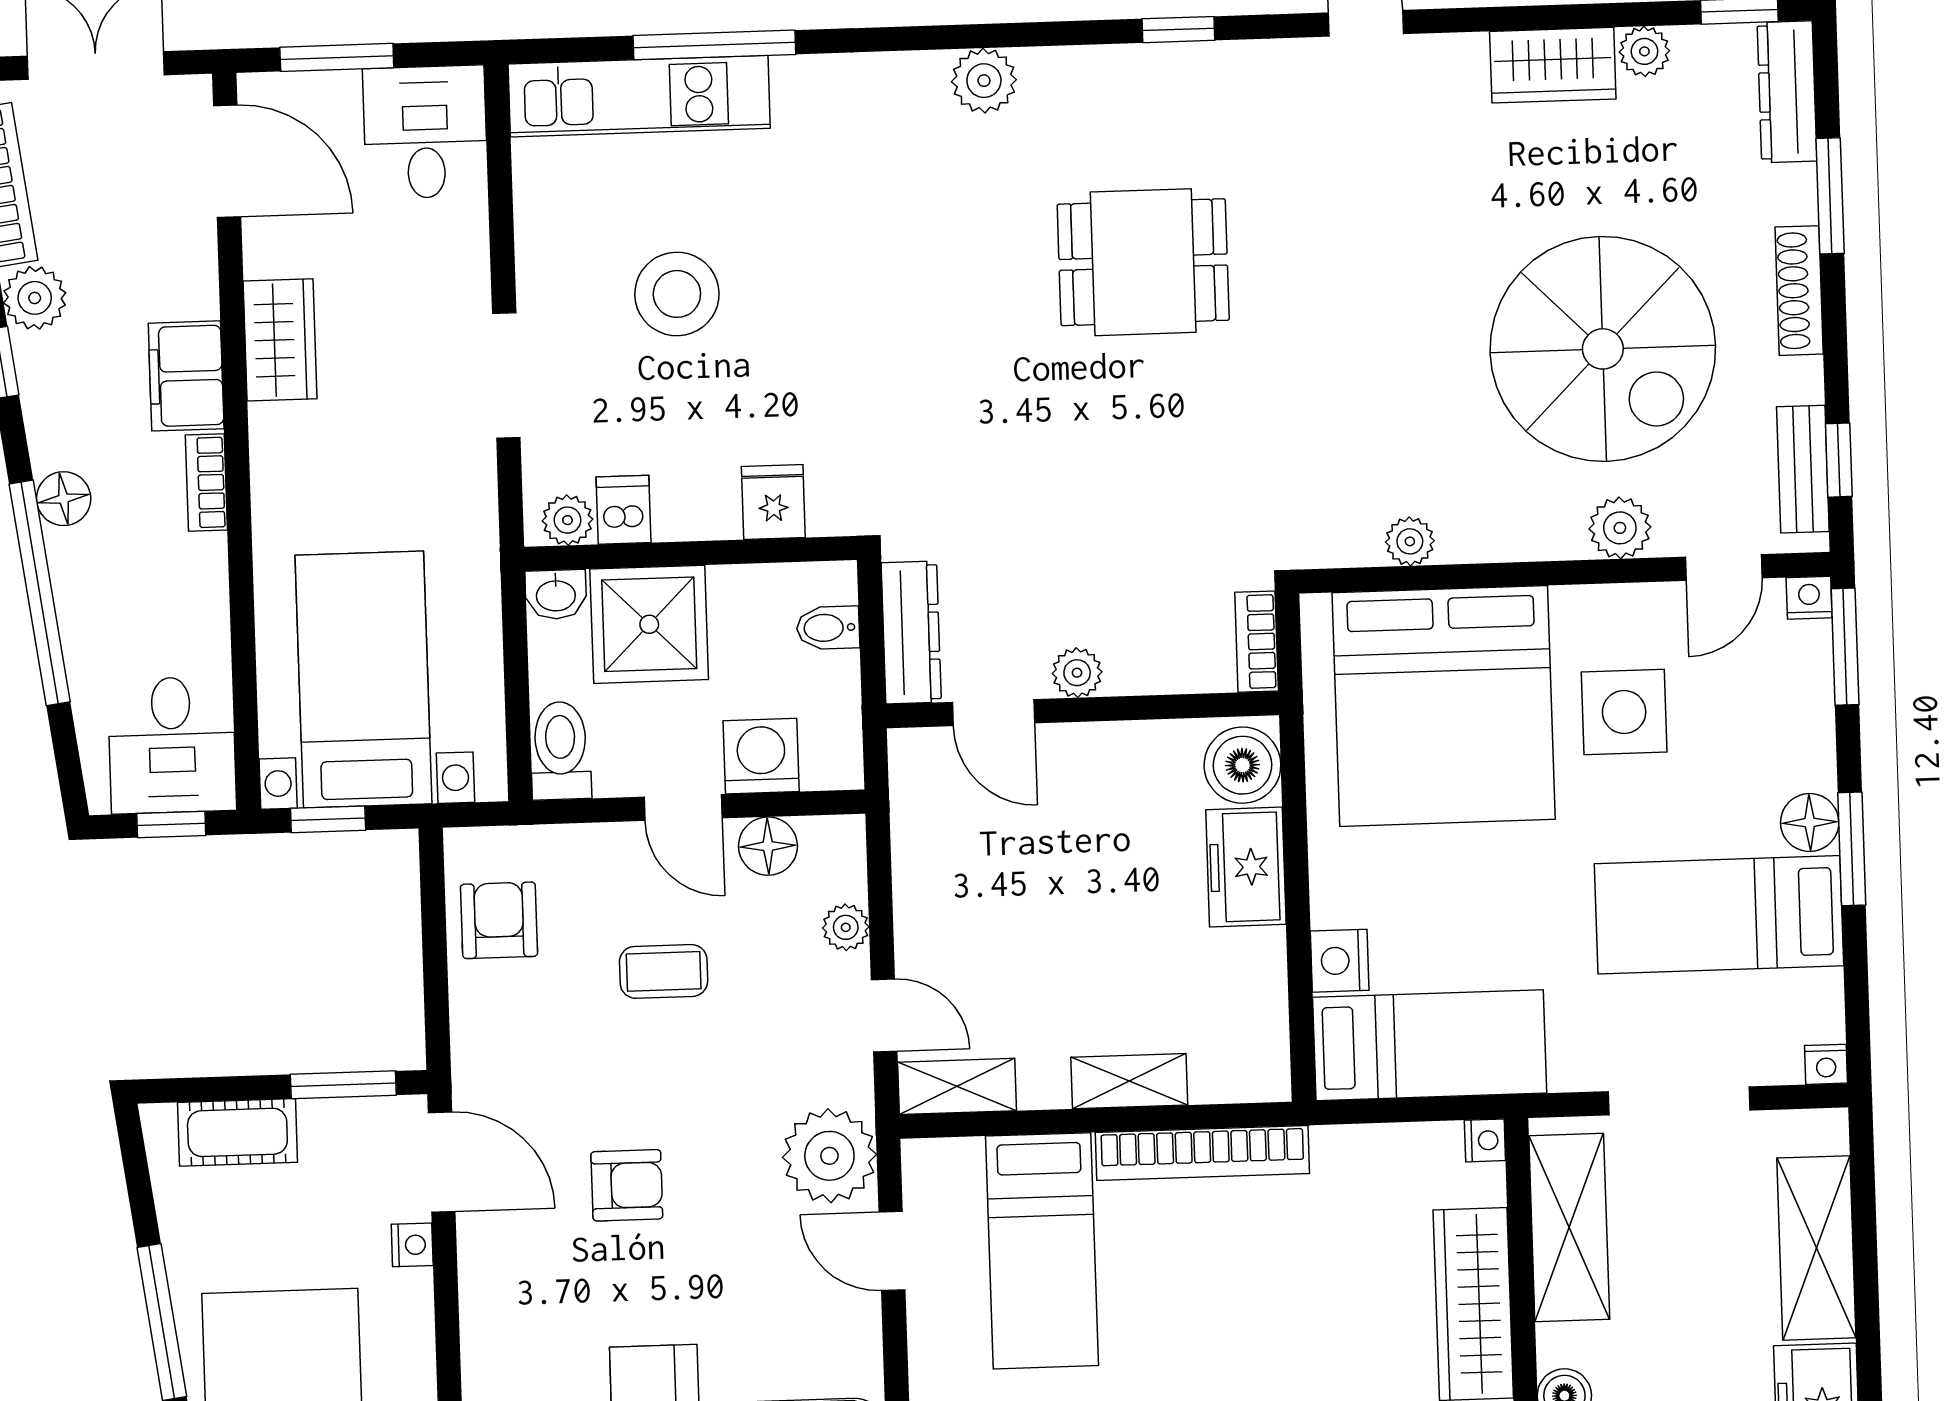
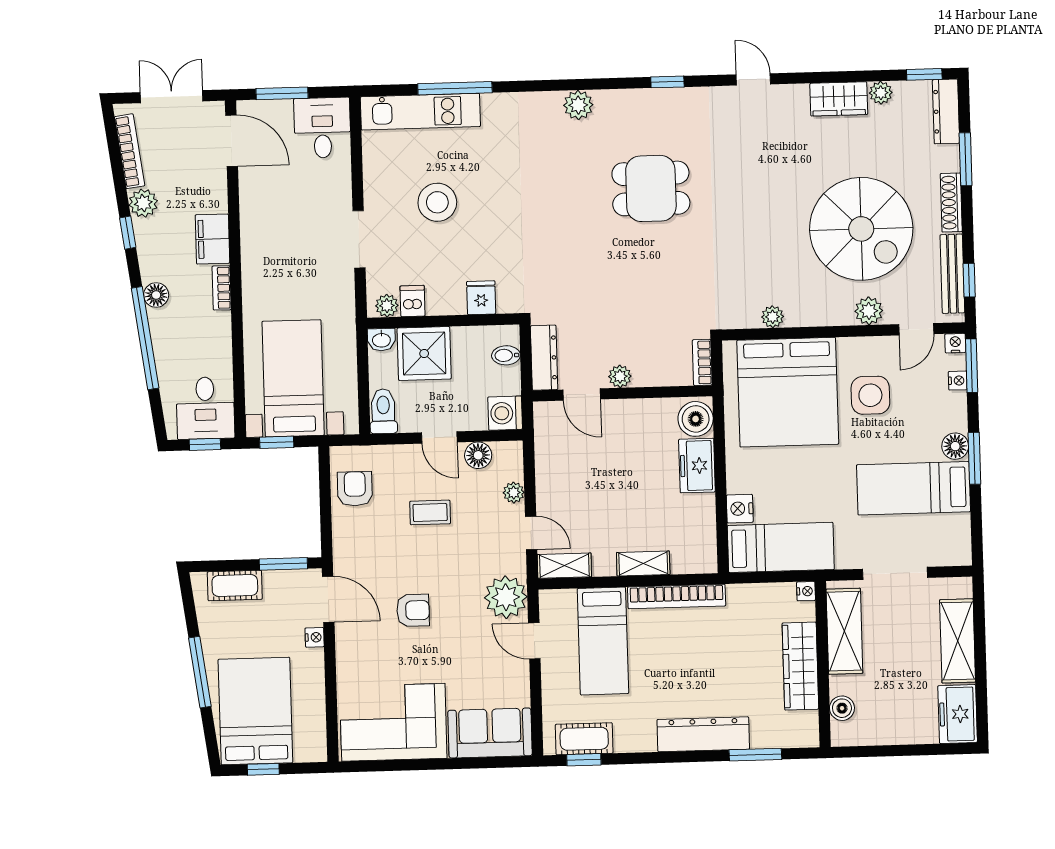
wardrobe: (280, 340) -> (256, 223), removed
bench: (1803, 469) -> (952, 274), width x1.36
washing machine: (761, 756) -> (505, 413), moved, turned -90
nightstand: (1826, 1064) -> (958, 381), moved, turned -90

